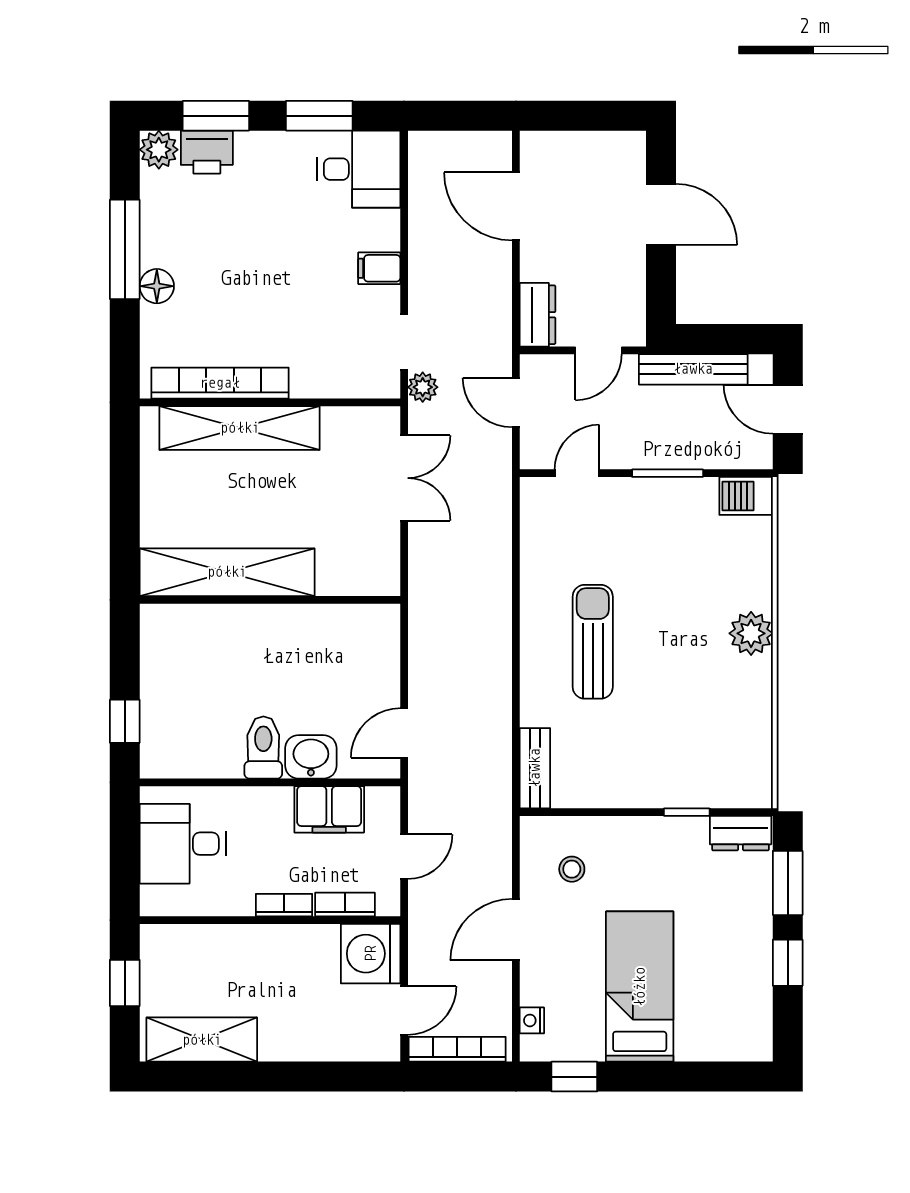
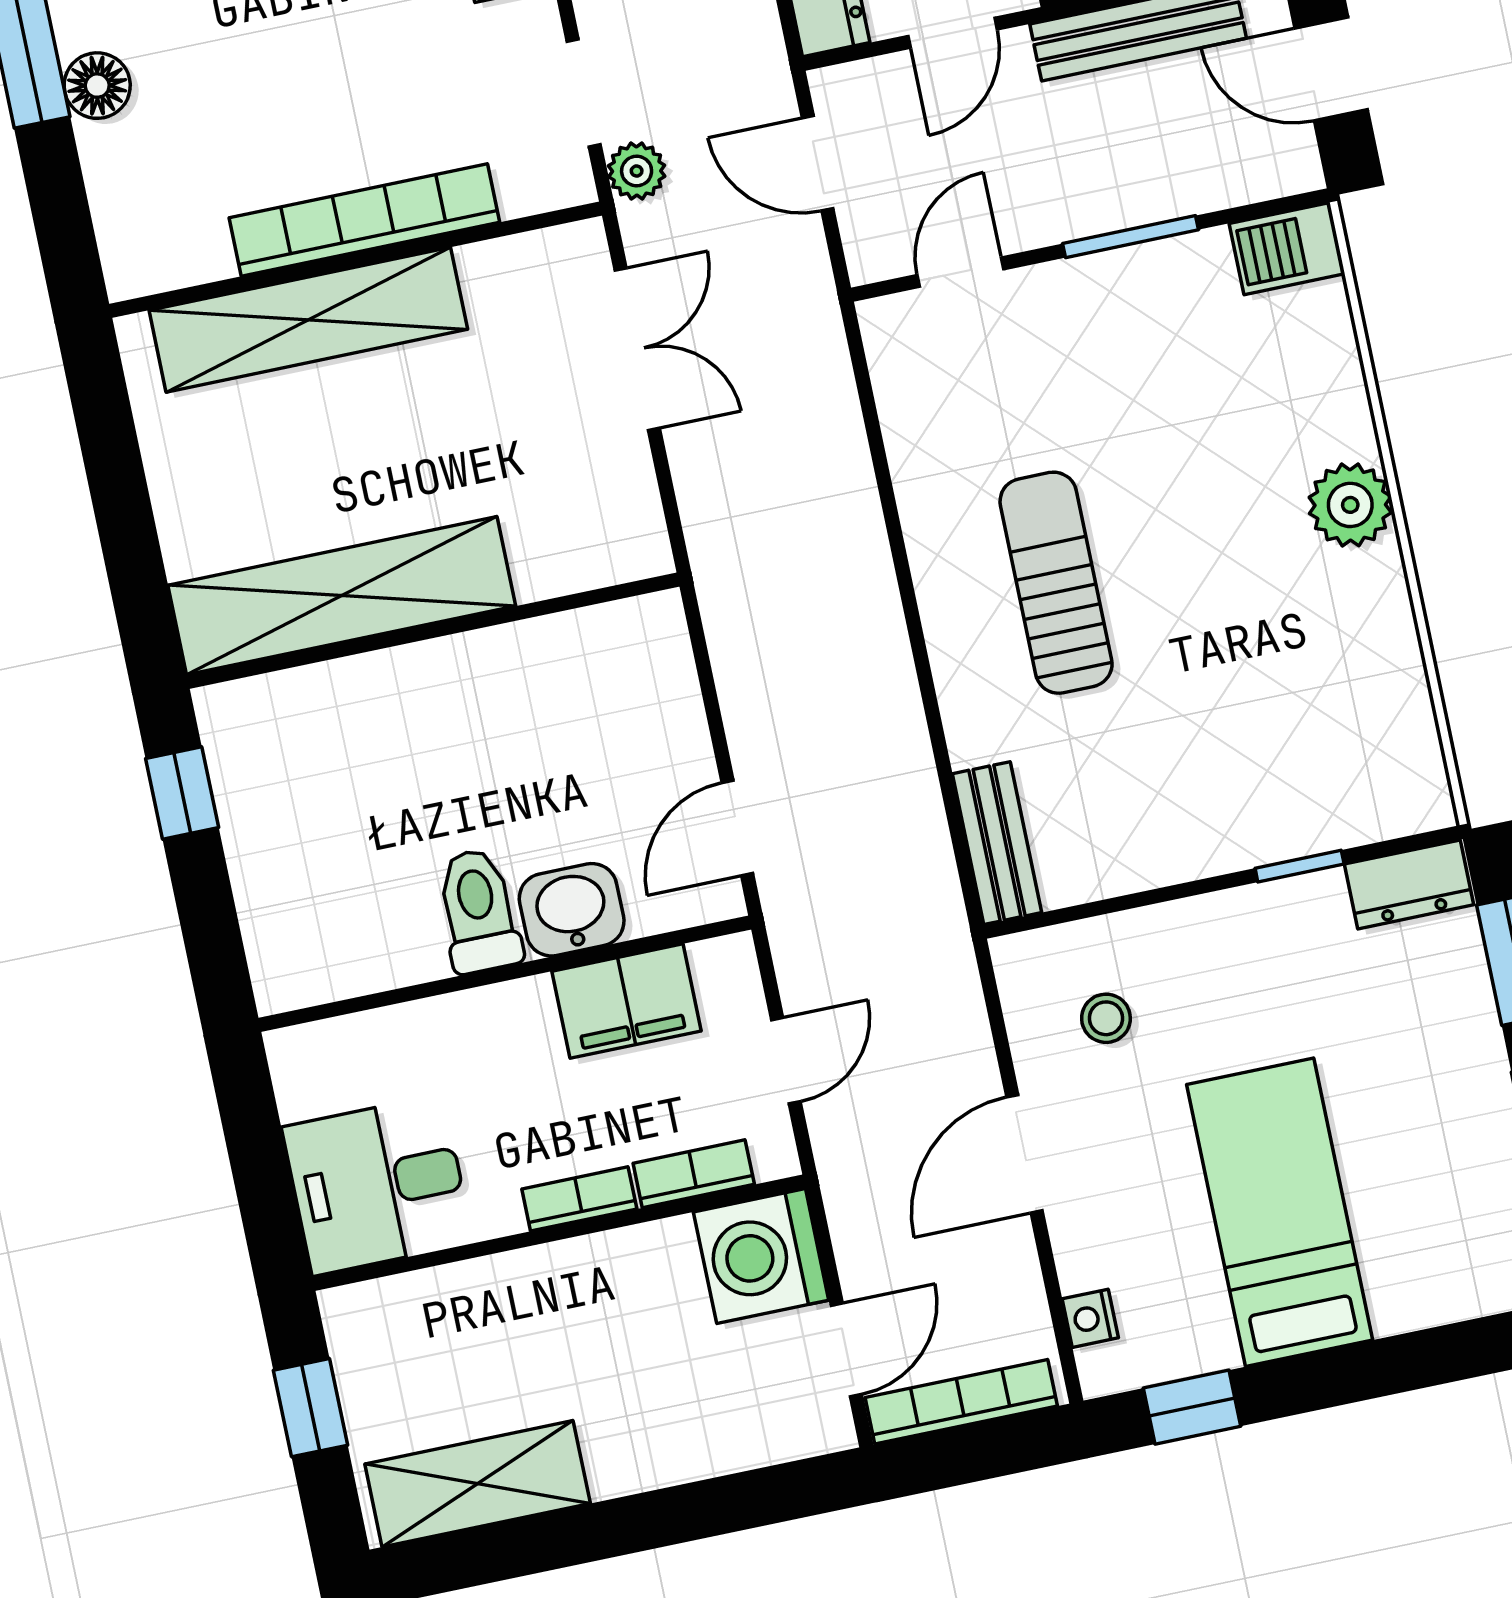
bookcase: (220, 383) -> (364, 220), moved
window: (125, 721) -> (182, 793), moved
desk: (183, 844) -> (378, 1185), moved

